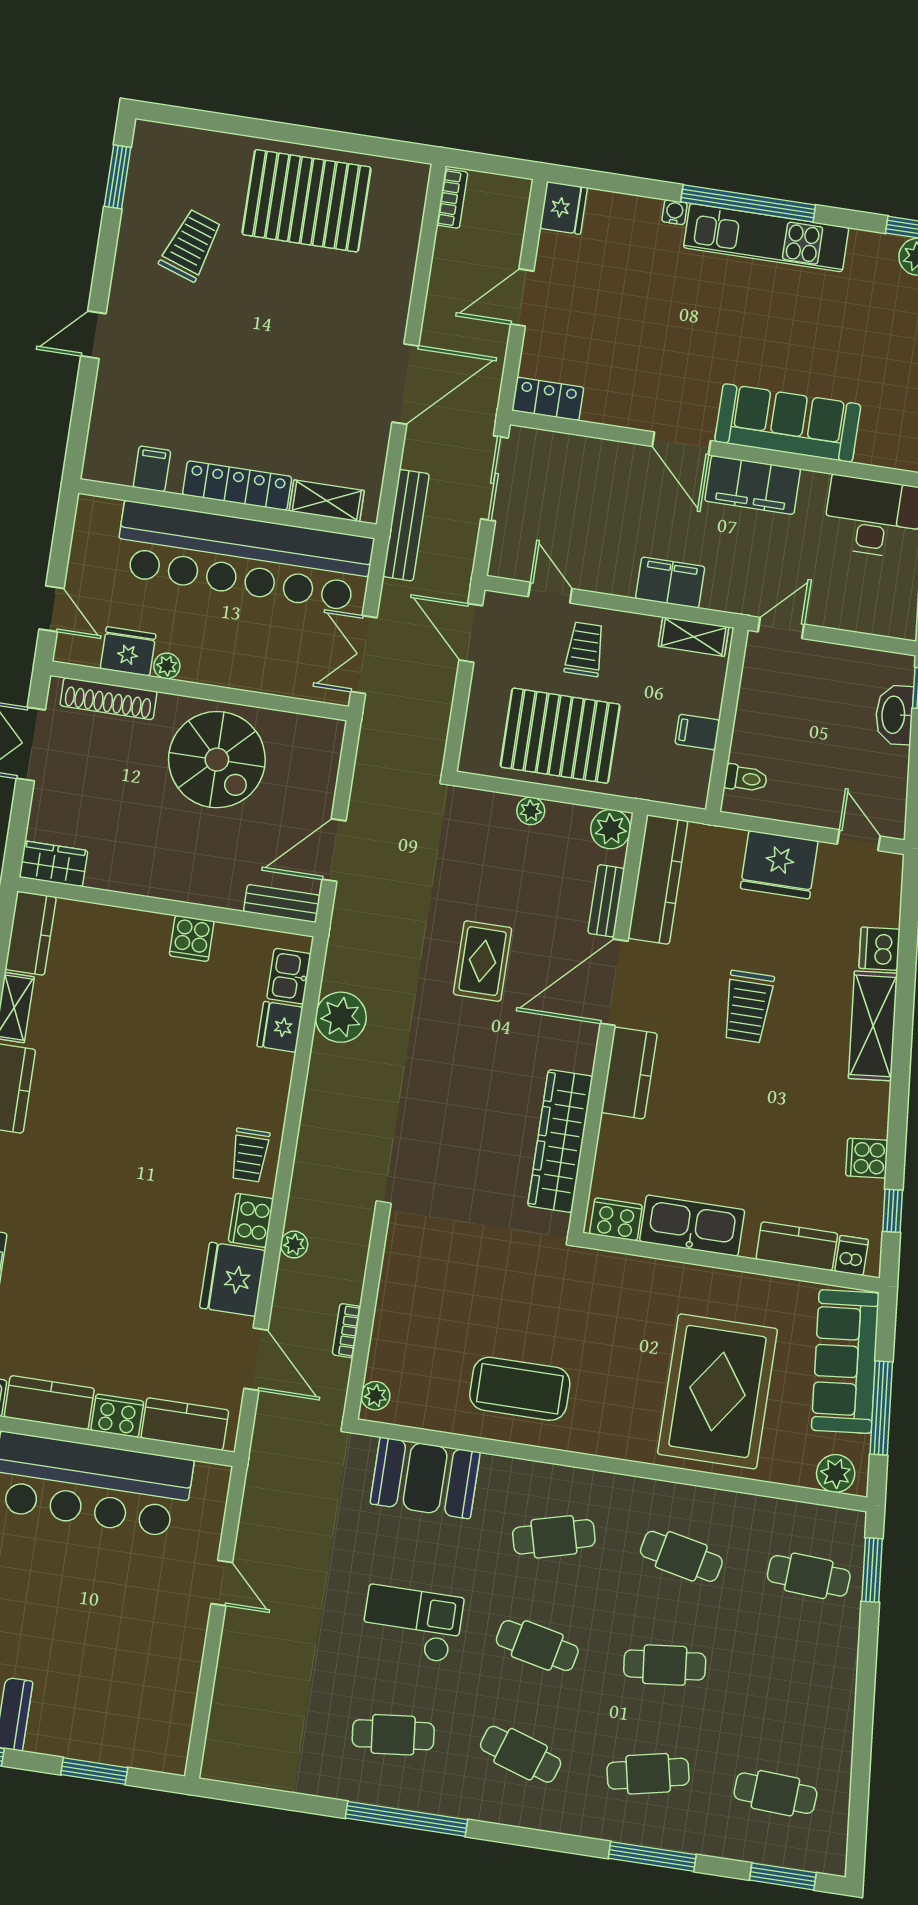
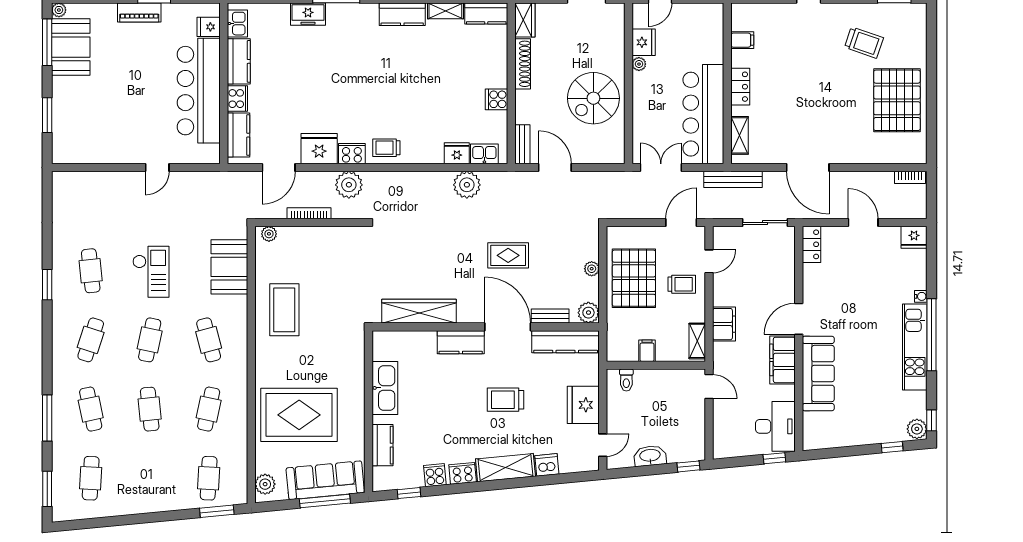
locker: (237, 486) -> (740, 87), width x0.66
bar counter: (244, 556) -> (703, 114), width x0.73
shoe rack: (109, 699) -> (523, 64), moved, turned 180
washbasin: (894, 715) -> (650, 456), moved
cooker: (616, 1219) -> (463, 473), moved, turned -95
plant: (294, 1245) -> (349, 185), width x1.87, depth x1.87
dishwasher: (852, 1255) -> (382, 475), removed
bookcase: (347, 1331) -> (309, 213), width x1.56
window: (881, 1408) -> (325, 501), moved
window: (406, 1819) -> (47, 285), width x0.47

